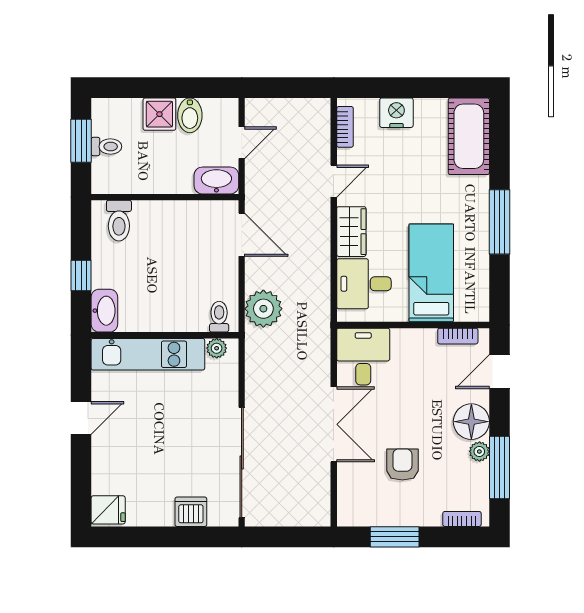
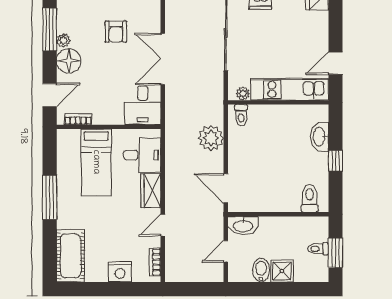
toilet: (219, 317) -> (241, 115), moved
wall: (165, 335) -> (278, 102), moved
plant: (217, 348) -> (243, 93), moved
kitchen unit: (148, 354) -> (290, 89), moved

